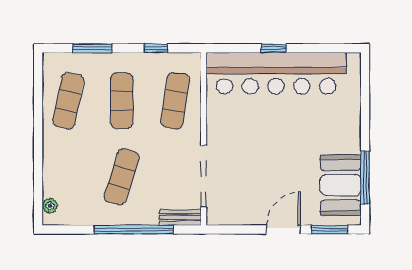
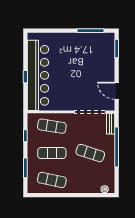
booth: (341, 185) -> (94, 43), removed
door: (284, 230) -> (117, 91), moved

